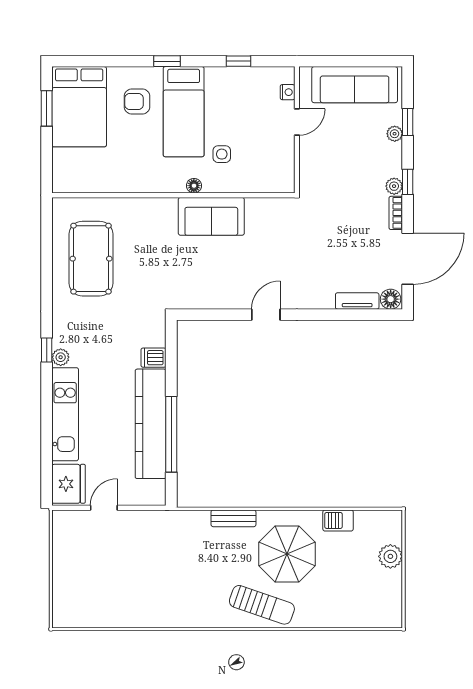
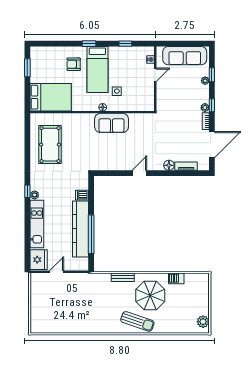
bed: (79, 107) -> (51, 97), moved, turned -90
floor lamp: (391, 299) -> (169, 165), moved
plant: (390, 556) -> (203, 322), moved

